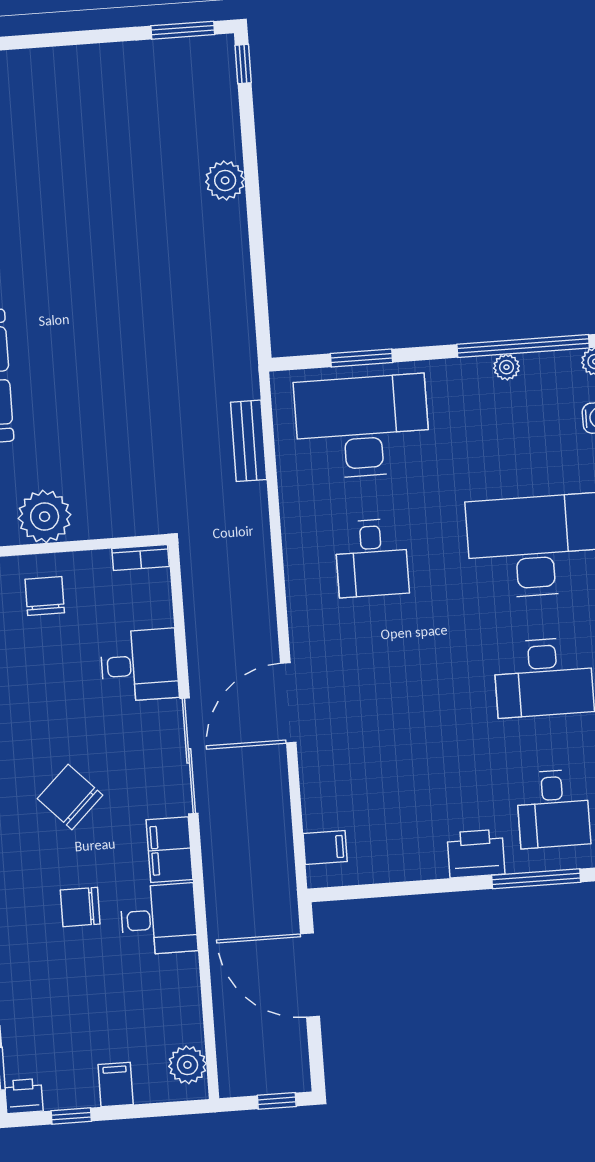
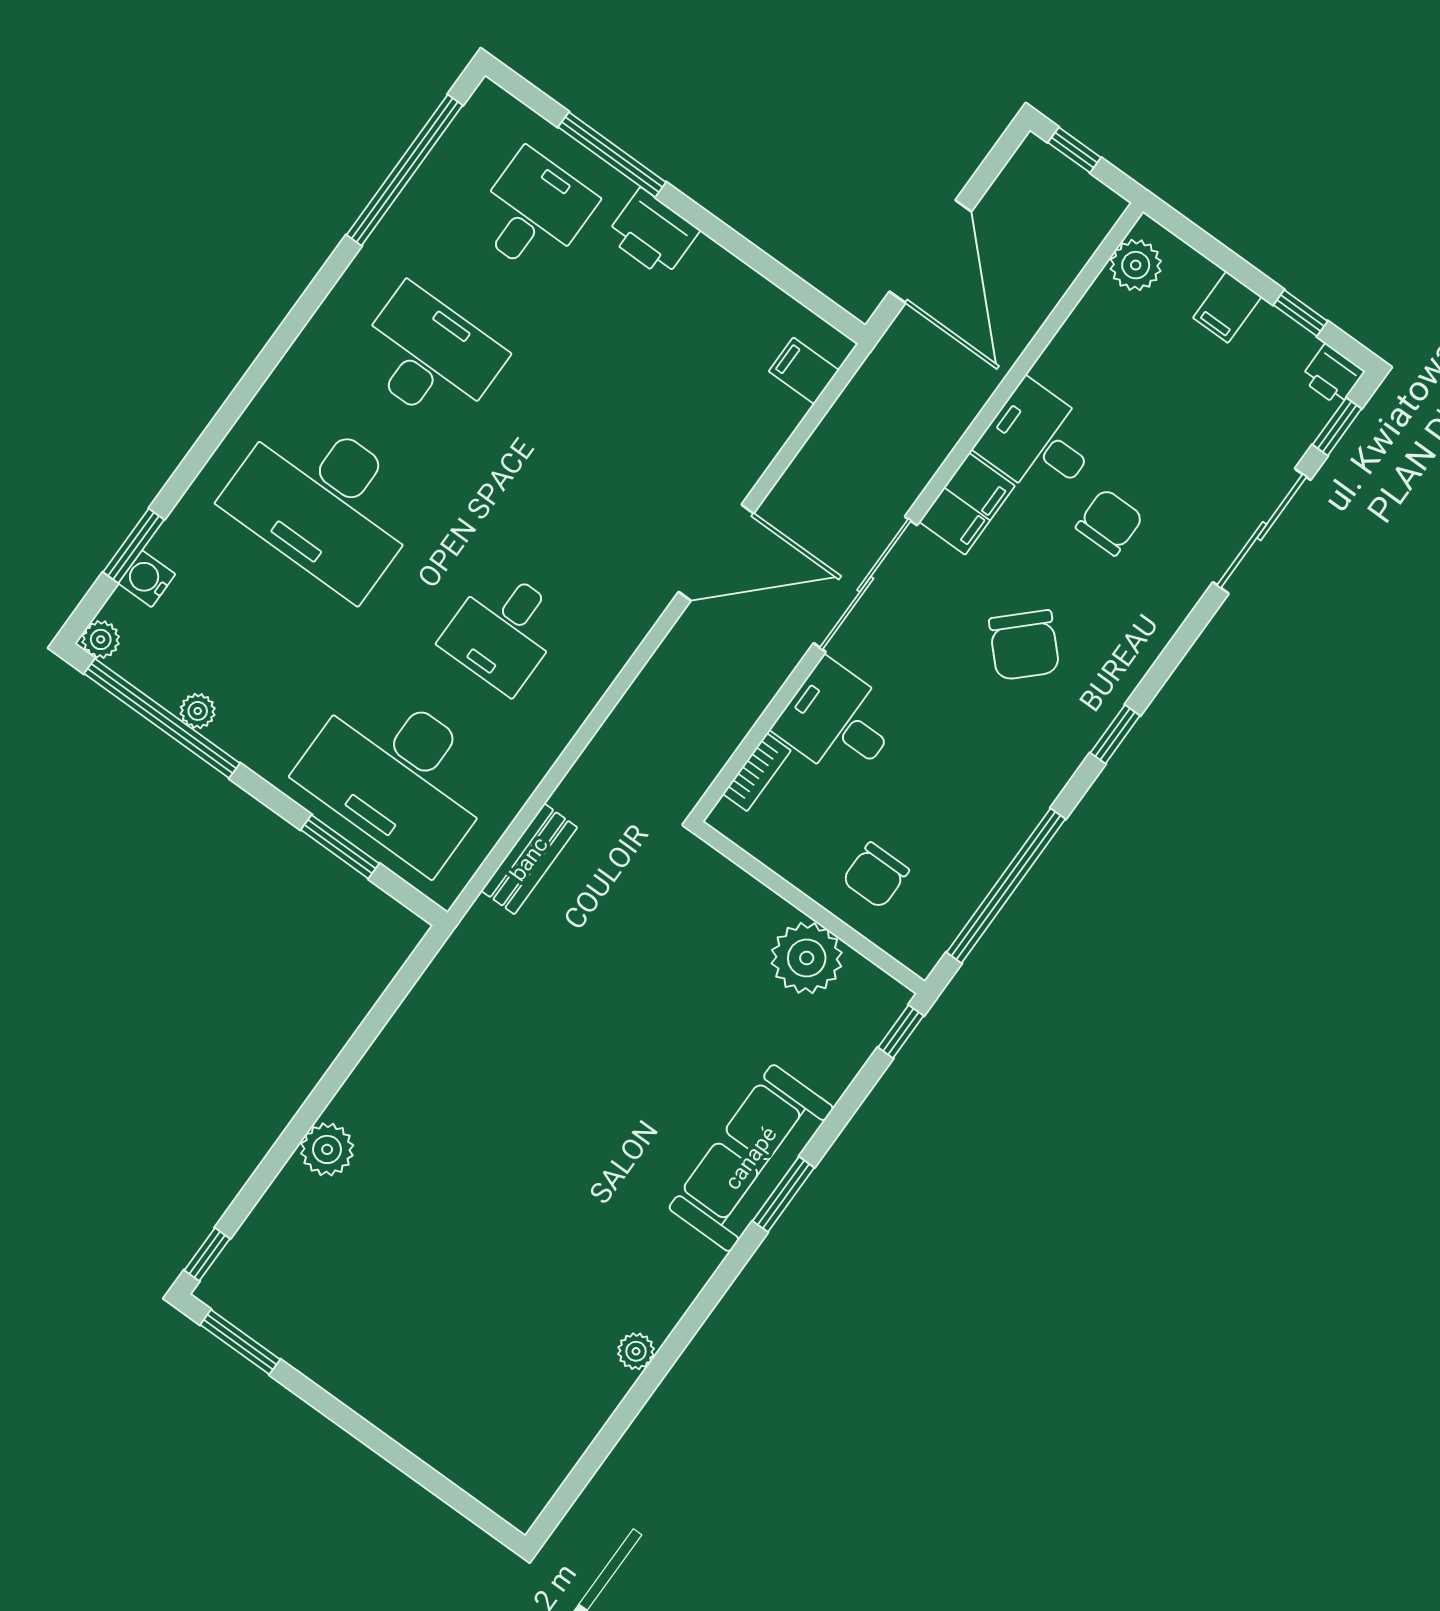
bookcase: (140, 557) -> (757, 772), moved, turned 90
desk: (372, 558) -> (503, 630), turned 180
chair: (80, 907) -> (1110, 522), turned -90

